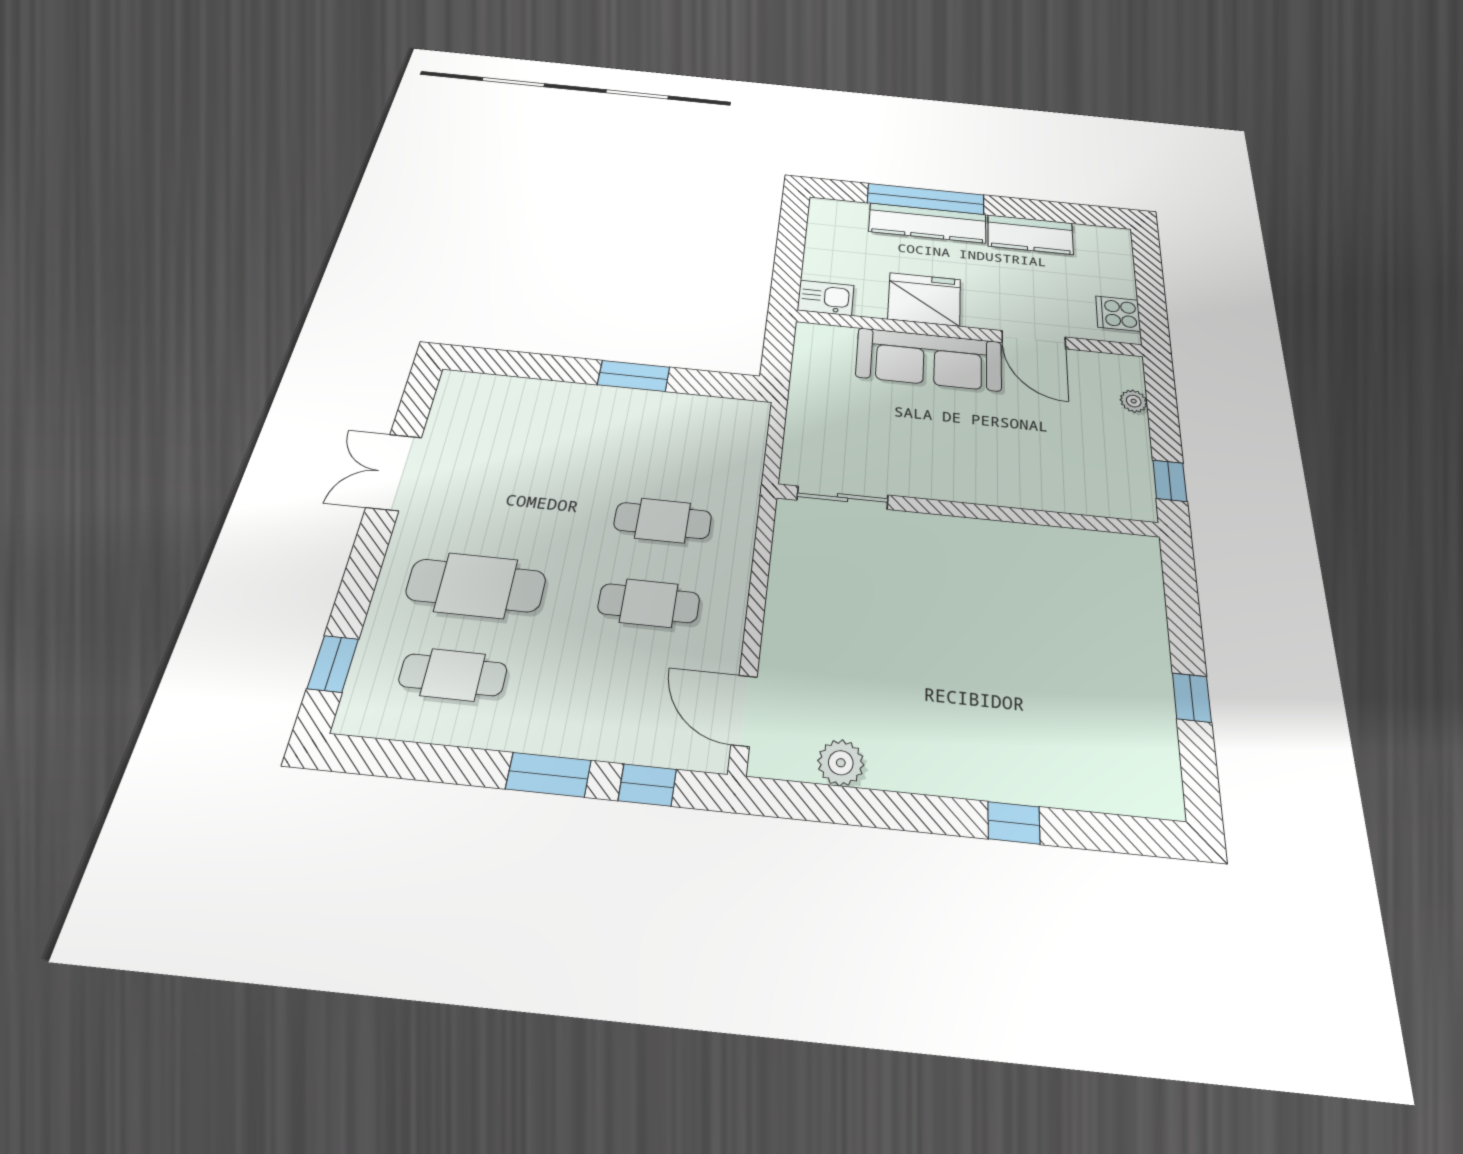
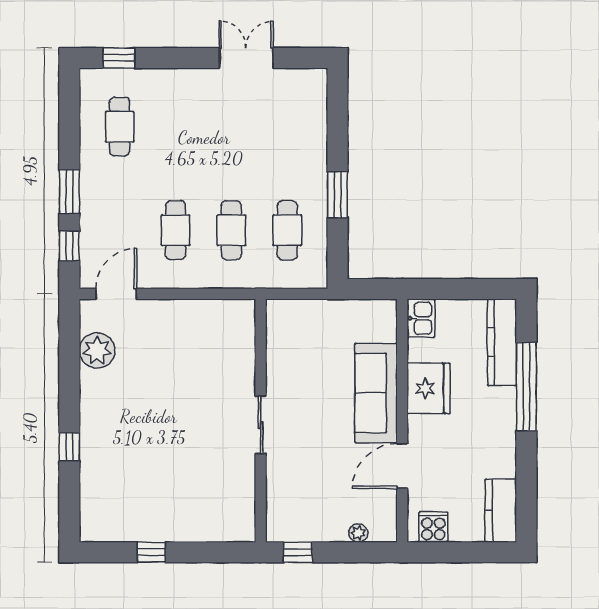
kitchen counter: (928, 223) -> (502, 342), moved
kitchen counter: (1030, 235) -> (501, 511), moved
sliding door: (842, 498) -> (261, 425), moved
cafe table: (476, 586) -> (287, 230), moved, width x0.73, depth x0.74
plant: (841, 763) -> (97, 351), width x1.36, depth x1.36

